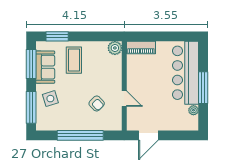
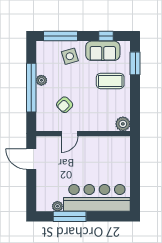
piano: (141, 48) -> (123, 151), removed
window: (31, 64) -> (106, 36), width x0.46
window: (203, 88) -> (70, 216), moved
plant: (73, 126) -> (41, 80), added

